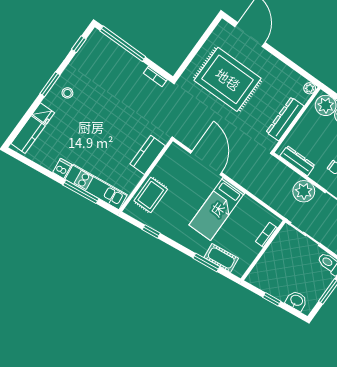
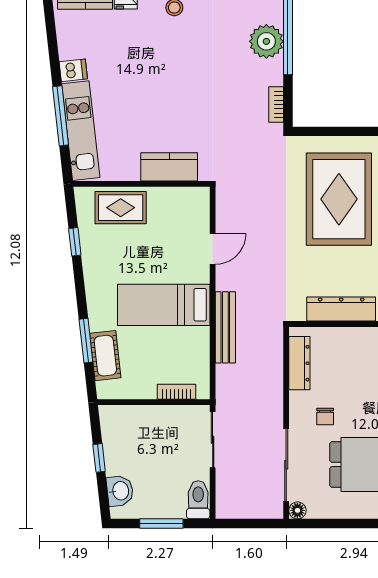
door: (206, 163) -> (213, 249), width x0.53
bench: (251, 186) -> (225, 327), added
plant: (304, 191) -> (266, 41), moved

